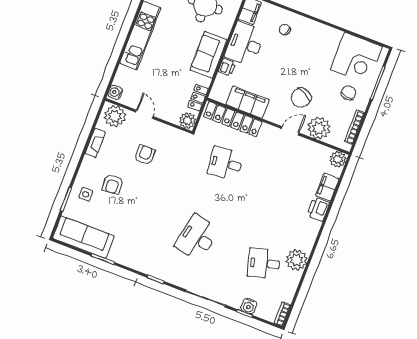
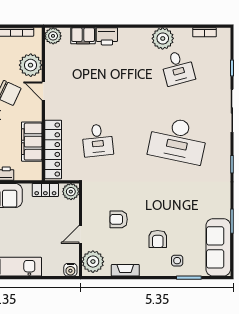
armchair: (113, 184) -> (158, 239), turned 95
desk: (197, 238) -> (178, 140), width x1.36, depth x1.30
water cooler: (249, 306) -> (223, 67), removed
bookcase: (282, 314) -> (204, 32), moved

